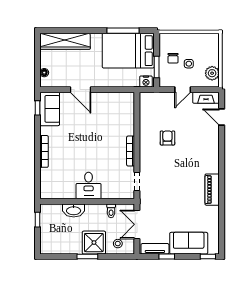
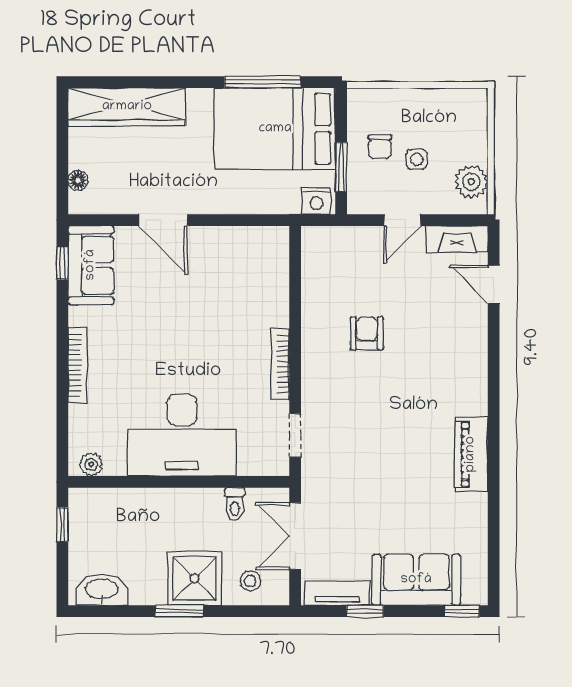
desk: (89, 185) -> (182, 435), width x1.87, depth x1.30
plant: (50, 194) -> (91, 464), added
washbasin: (74, 210) -> (102, 590), moved, turned 180

